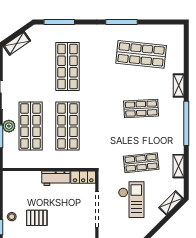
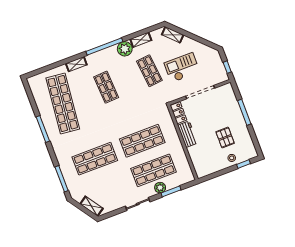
shop shelf: (141, 54) -> (63, 104), width x1.40
plant: (175, 145) -> (125, 49), added

